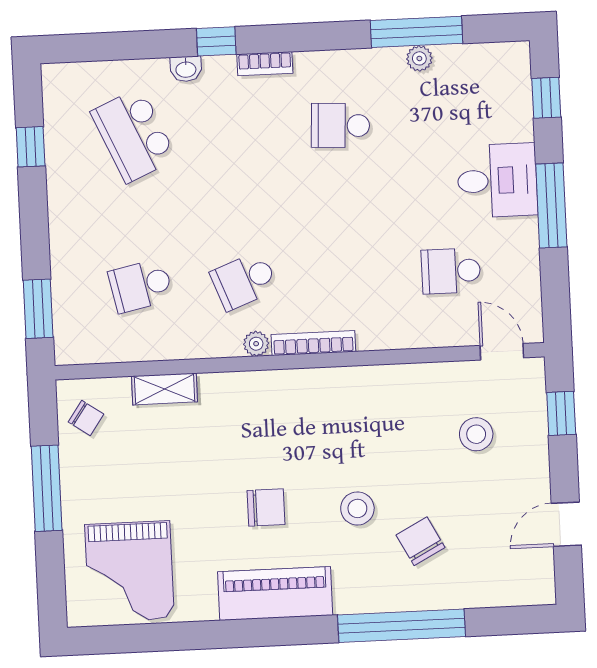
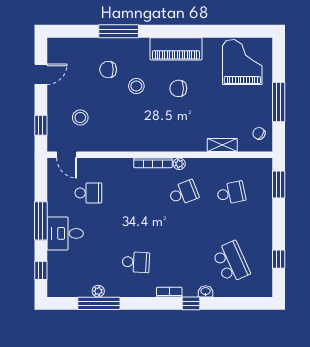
chair: (420, 541) -> (108, 70), turned 118
window: (401, 626) -> (119, 31), width x0.68

